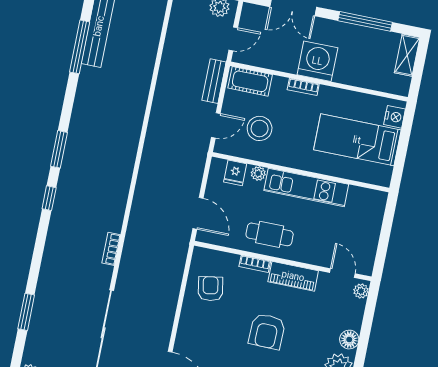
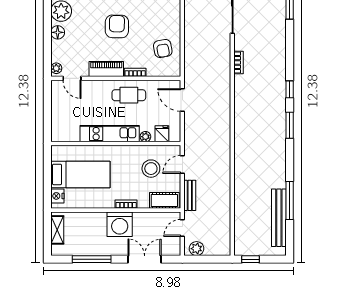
shelving: (407, 55) -> (57, 230), moved

